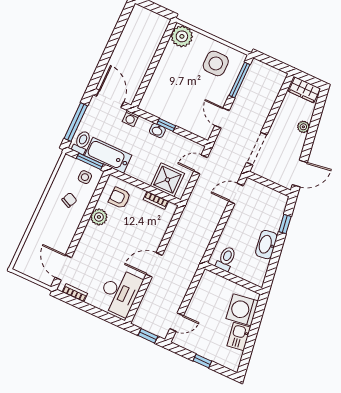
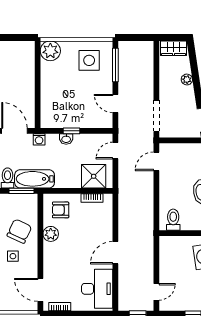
side table: (85, 177) -> (13, 256), moved
chair: (69, 200) -> (19, 231), width x1.87, depth x1.87

